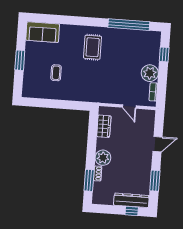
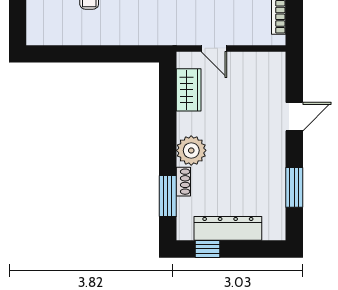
door: (129, 107) -> (214, 48), moved
dresser: (131, 200) -> (228, 228), moved
window: (132, 211) -> (207, 249), moved

